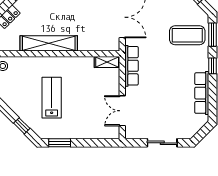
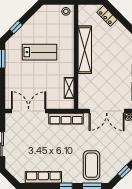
shelving: (107, 62) -> (69, 88), moved
double door: (122, 111) -> (29, 111), width x1.37

